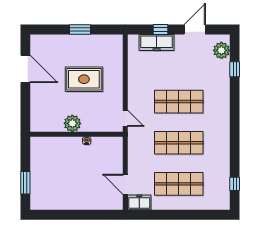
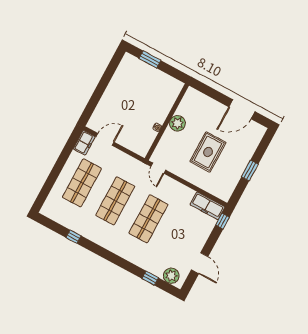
window: (160, 30) -> (222, 221), moved
freezer: (157, 42) -> (207, 206), moved, turned -90
door: (125, 118) -> (158, 168), hinge flipped
window: (235, 184) -> (73, 237), moved

